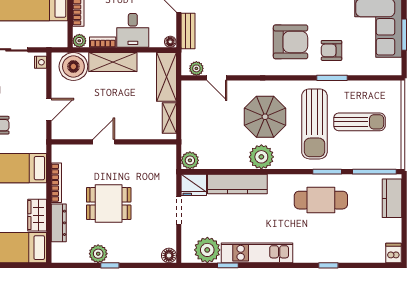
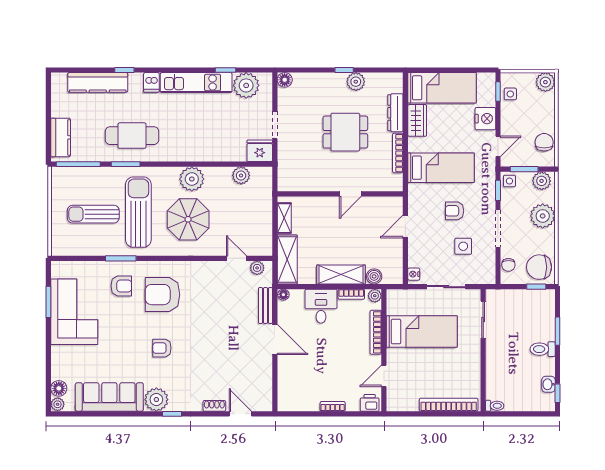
boiler: (73, 66) -> (374, 276), width x0.54, depth x0.54
plant: (190, 160) -> (241, 175), moved
kitchen counter: (237, 184) -> (98, 82), moved, turned 180
dishwasher: (394, 253) -> (151, 82), moved

